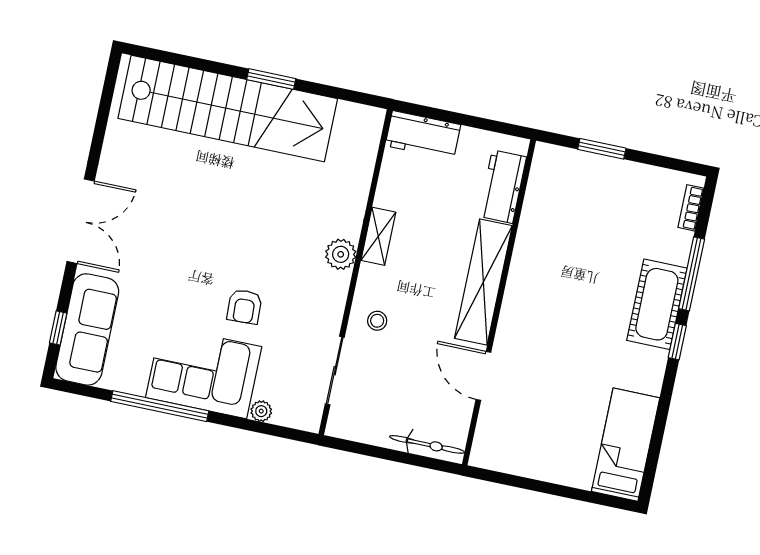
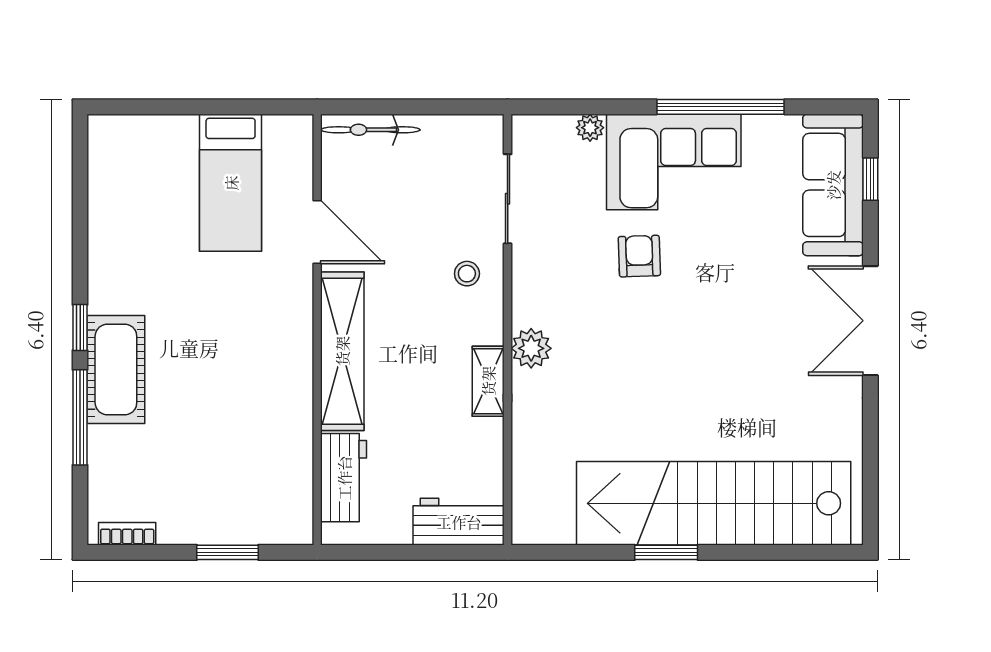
bookcase: (691, 208) -> (127, 534), moved, turned -90
bed: (626, 445) -> (231, 183), moved

